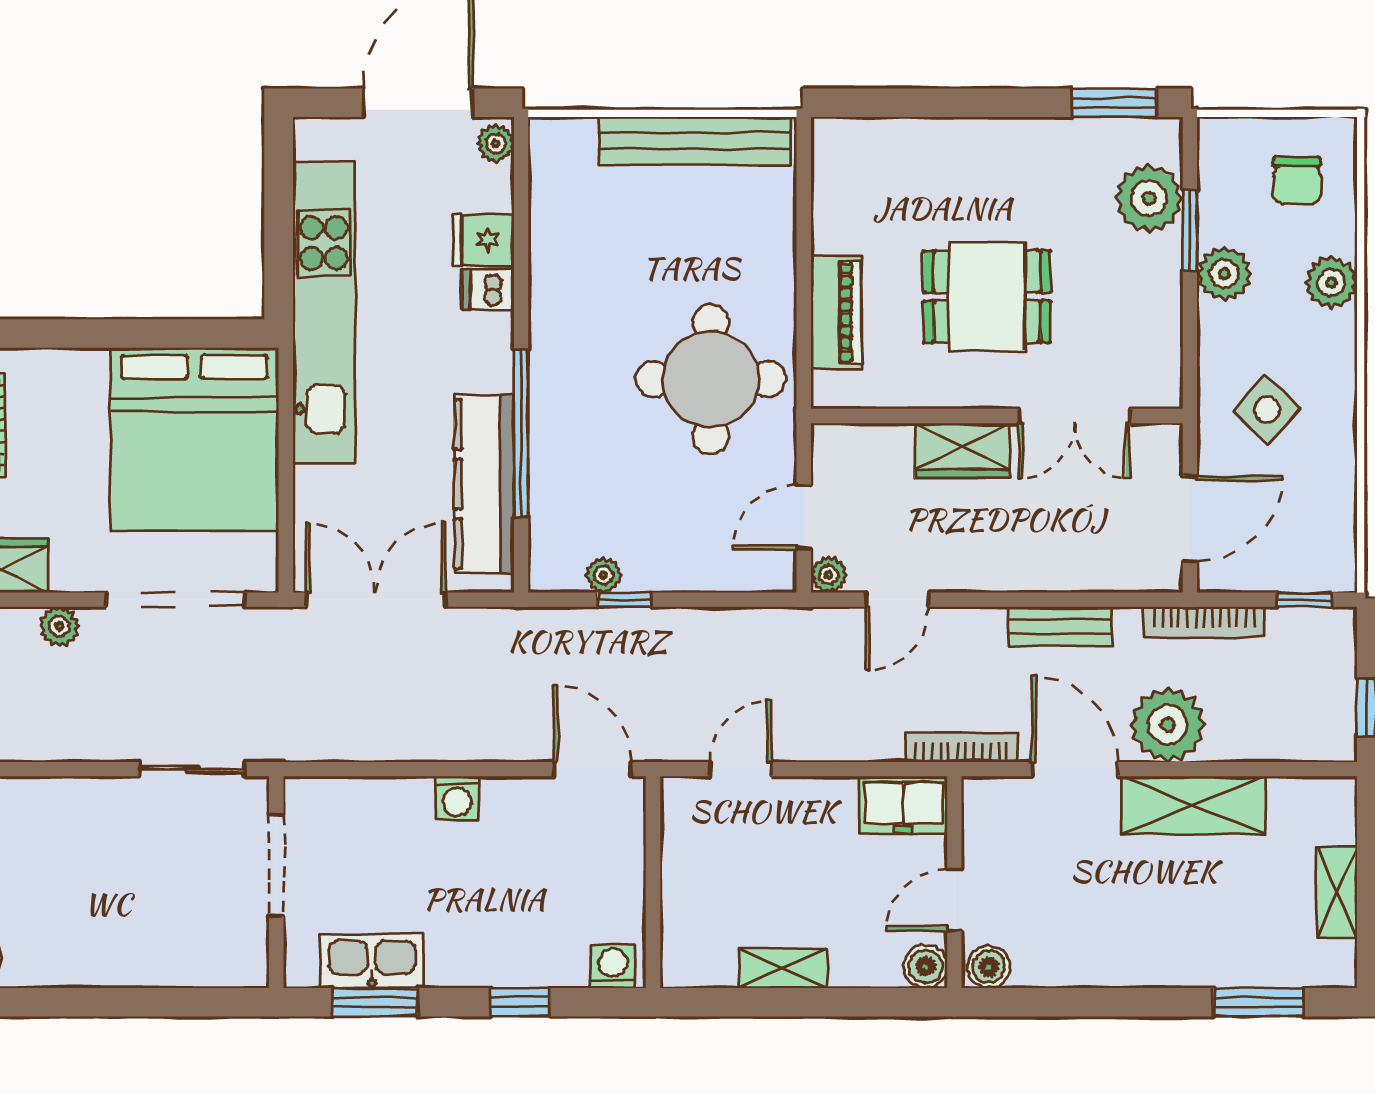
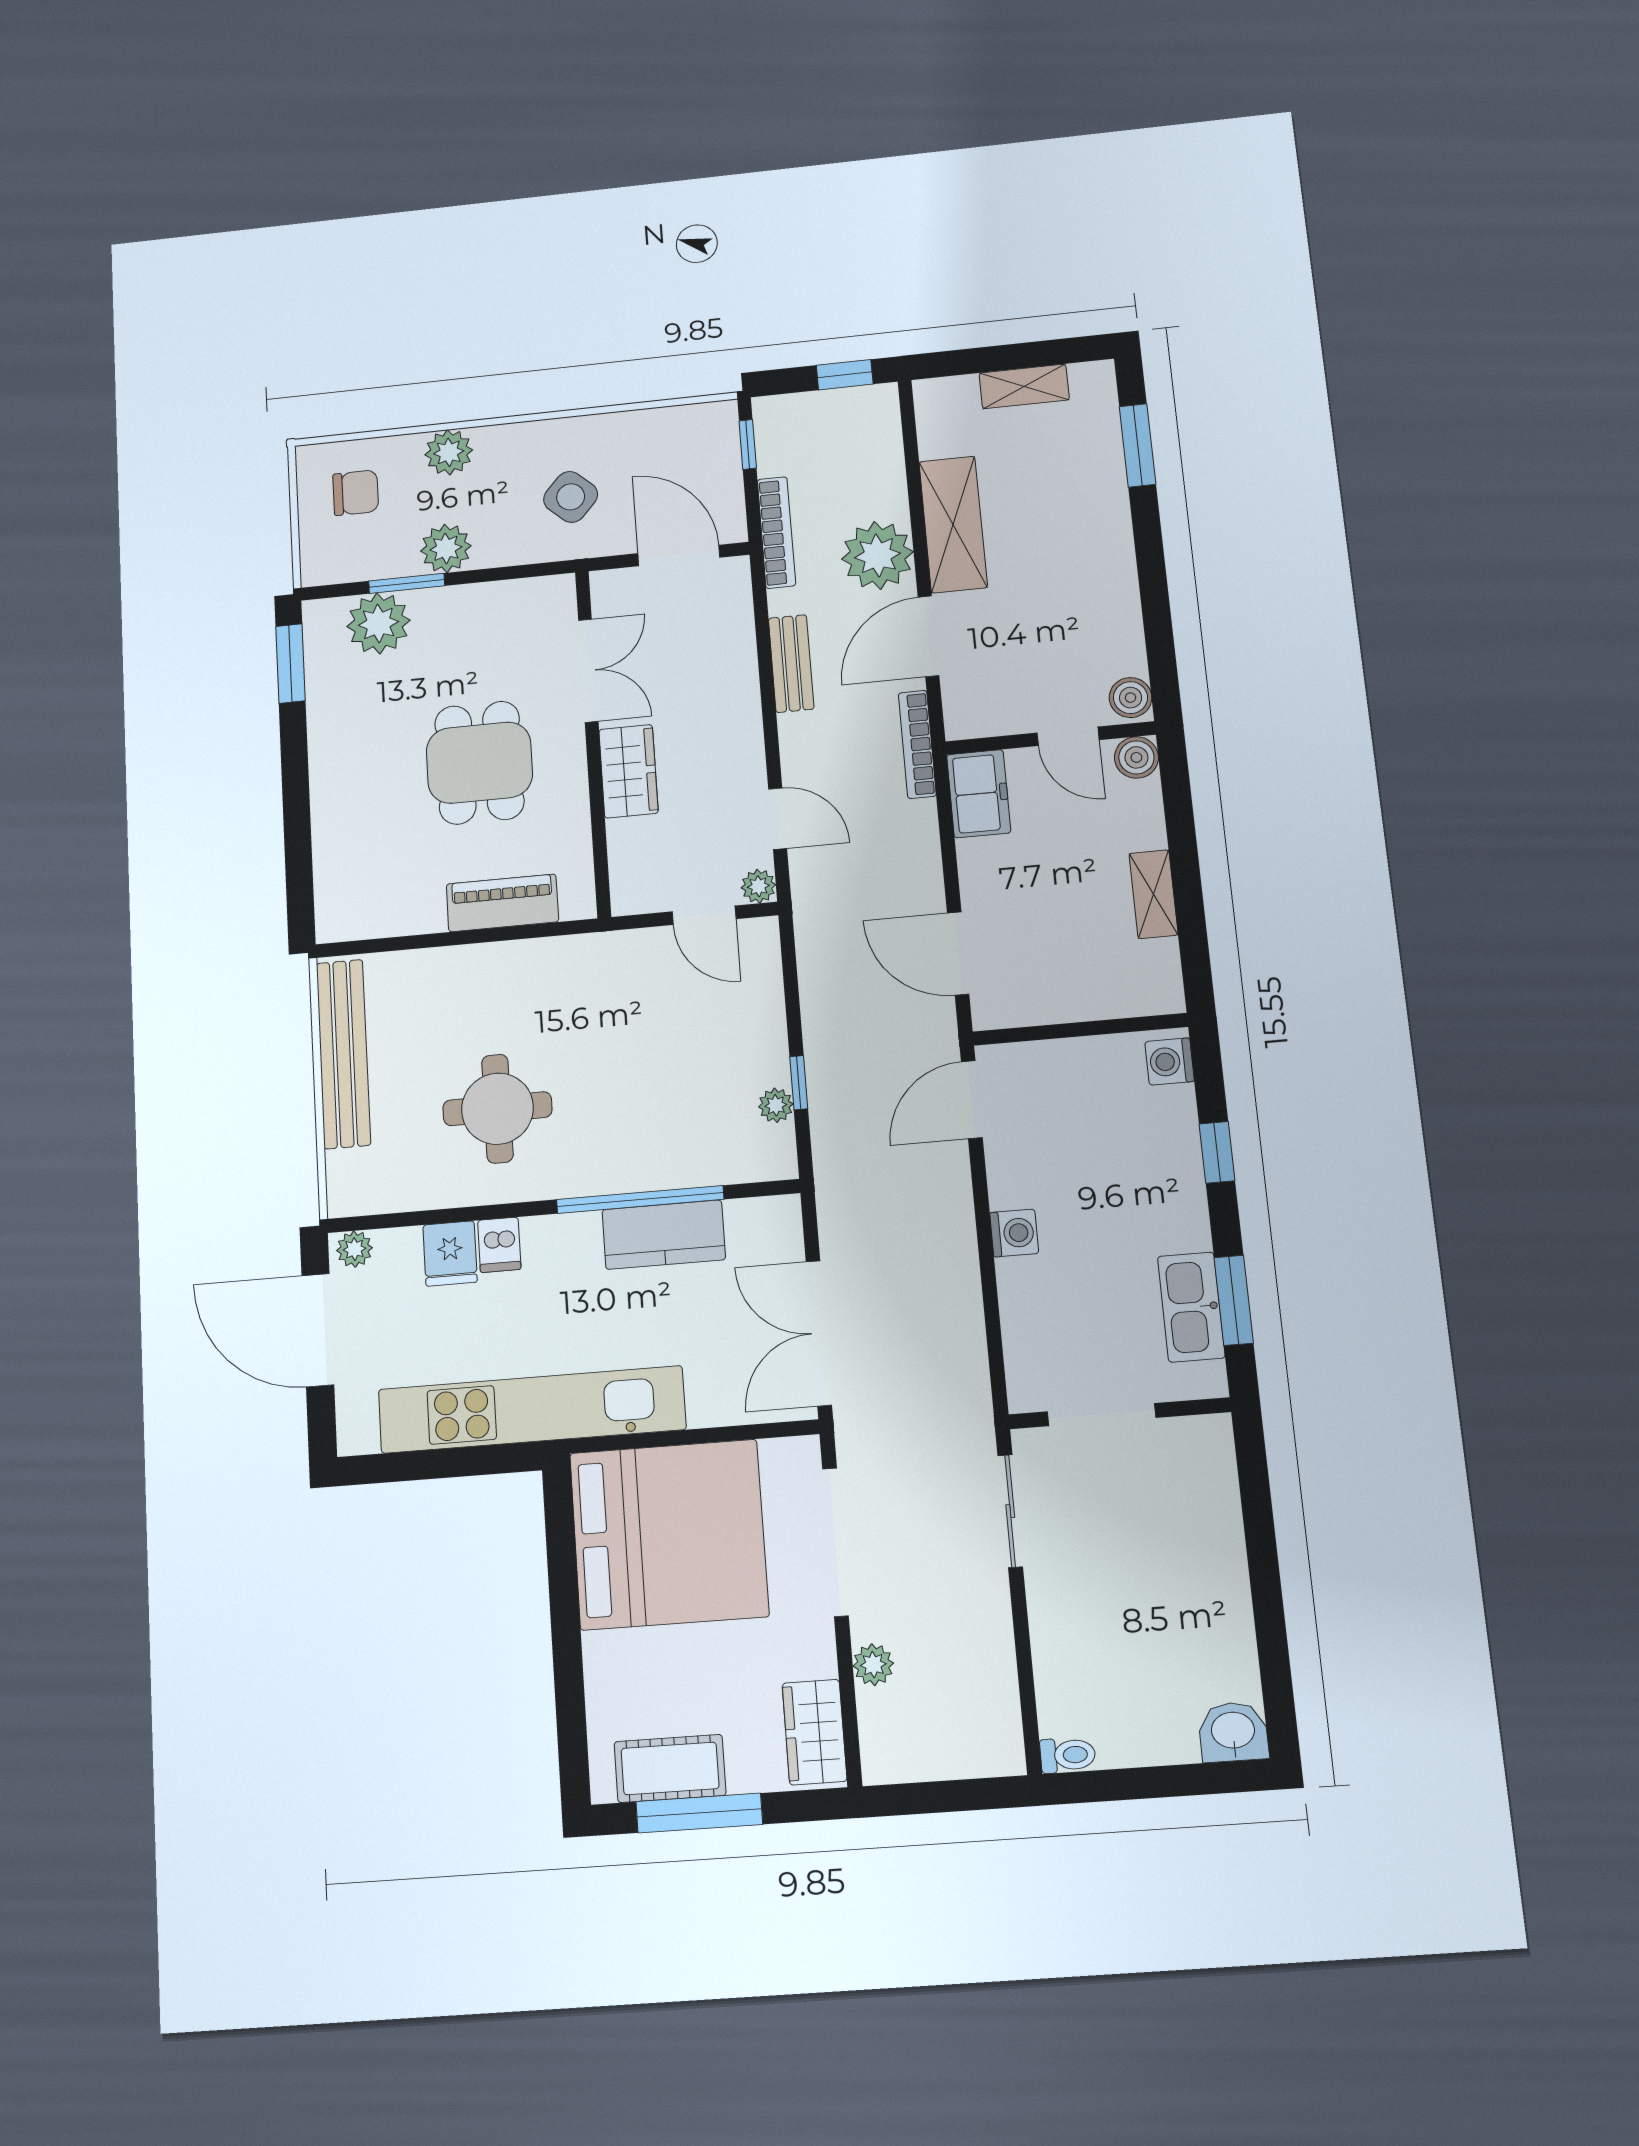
round table: (711, 379) -> (497, 1109), moved, width x0.73, depth x0.73
kitchen counter: (484, 484) -> (664, 1235), width x0.67
door: (741, 769) -> (958, 953), width x1.37

